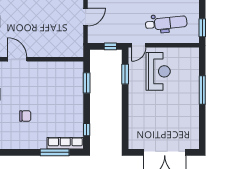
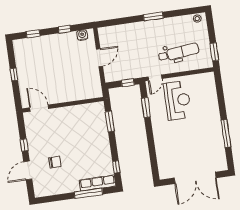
window: (202, 90) -> (226, 134), moved

